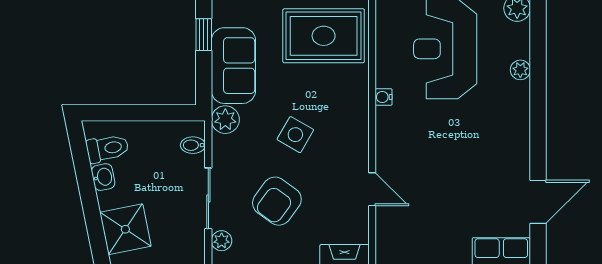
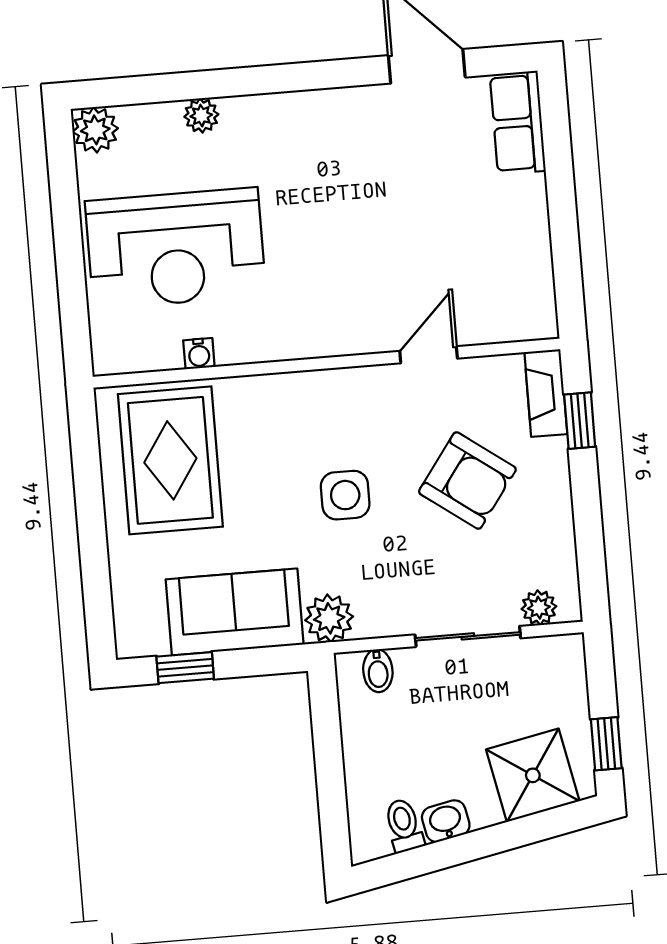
water cooler: (384, 97) -> (199, 354), moved
side table: (295, 135) -> (345, 495), turned -30
toilet: (108, 148) -> (404, 825), width x0.73, depth x0.72
armchair: (277, 201) -> (467, 480), moved

